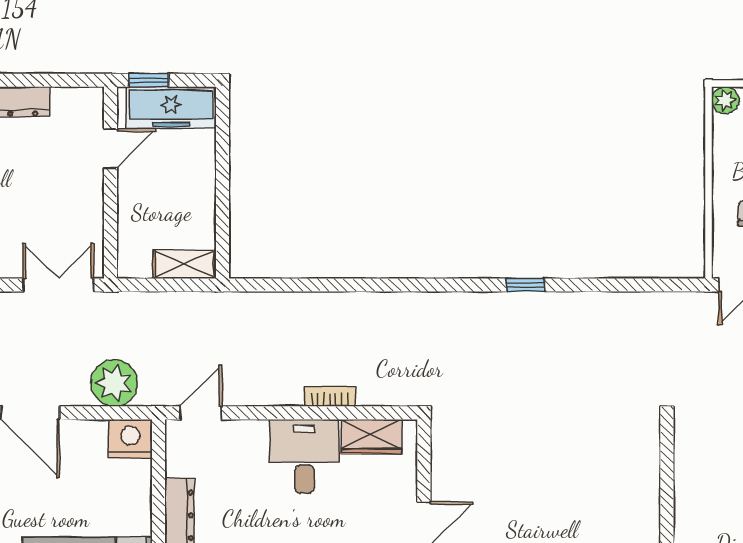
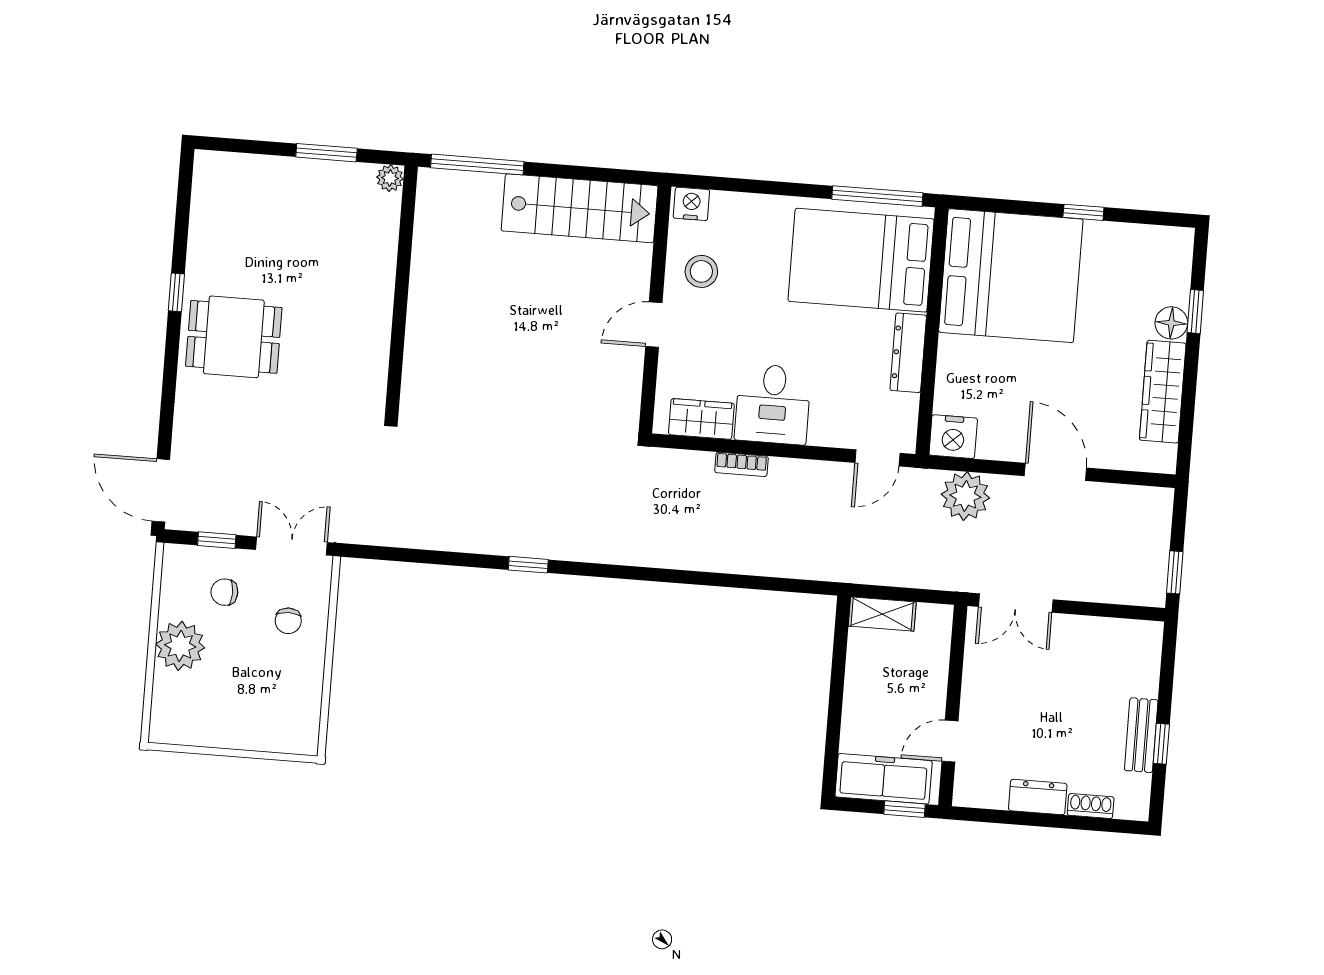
plant: (725, 100) -> (305, 741), removed

